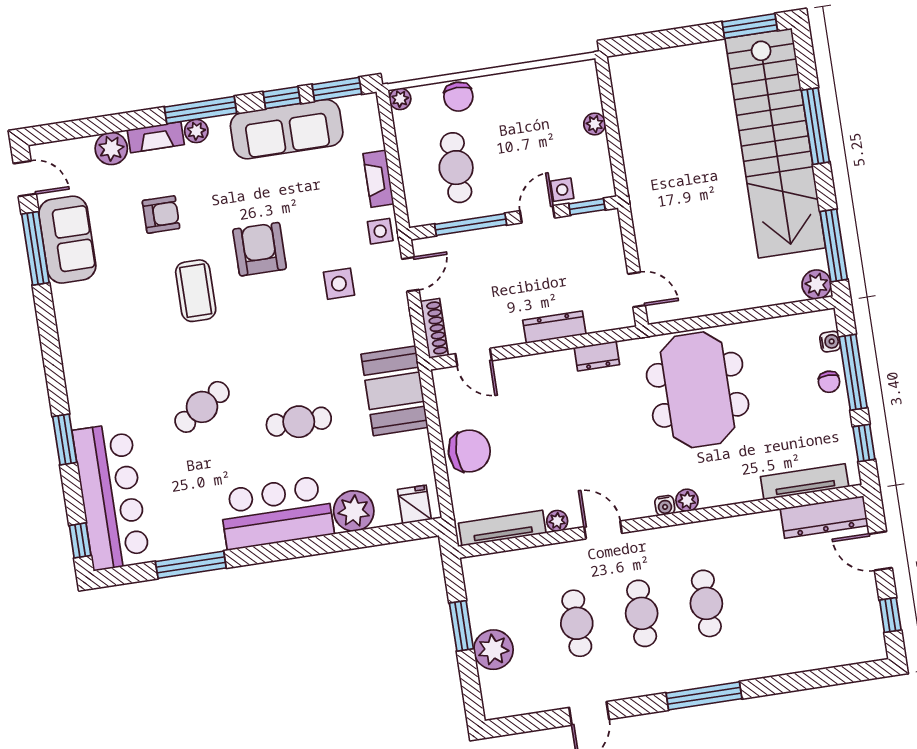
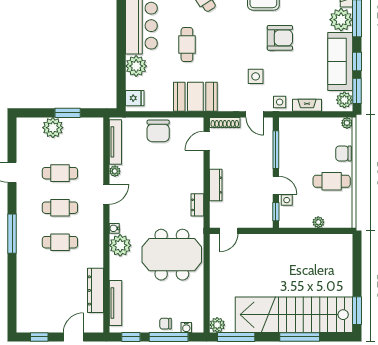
plant: (358, 110) -> (344, 100), added
plant: (196, 131) -> (341, 20), width x1.88, depth x1.88
cafe table: (456, 168) -> (332, 181), moved
plant: (687, 500) -> (120, 245), width x1.88, depth x1.88
dresser: (824, 517) -> (95, 290), moved

